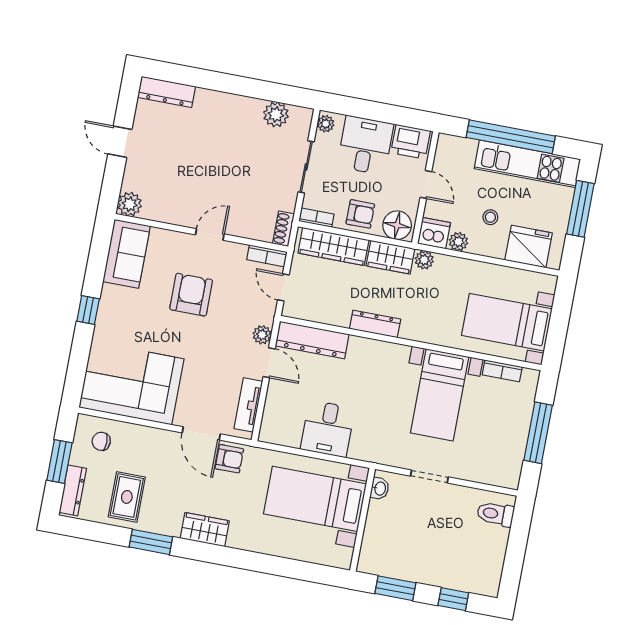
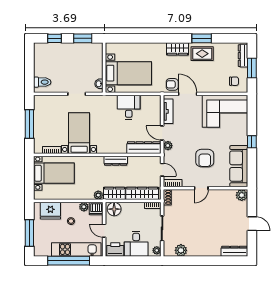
kitchen unit: (527, 164) -> (76, 249), moved
armchair: (360, 214) -> (132, 211), removed
sofa: (127, 254) -> (239, 166), width x1.36
rug: (127, 497) -> (202, 54), moved, turned 90

